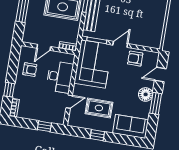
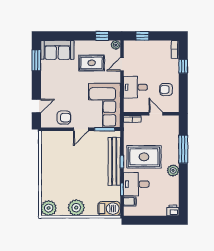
door: (44, 47) -> (156, 114), hinge flipped
desk: (60, 77) -> (135, 87), width x0.73
floor lamp: (146, 94) -> (48, 84), removed
window: (156, 103) -> (36, 60), moved
plant: (72, 122) -> (116, 45), added
window: (97, 135) -> (102, 36), moved

